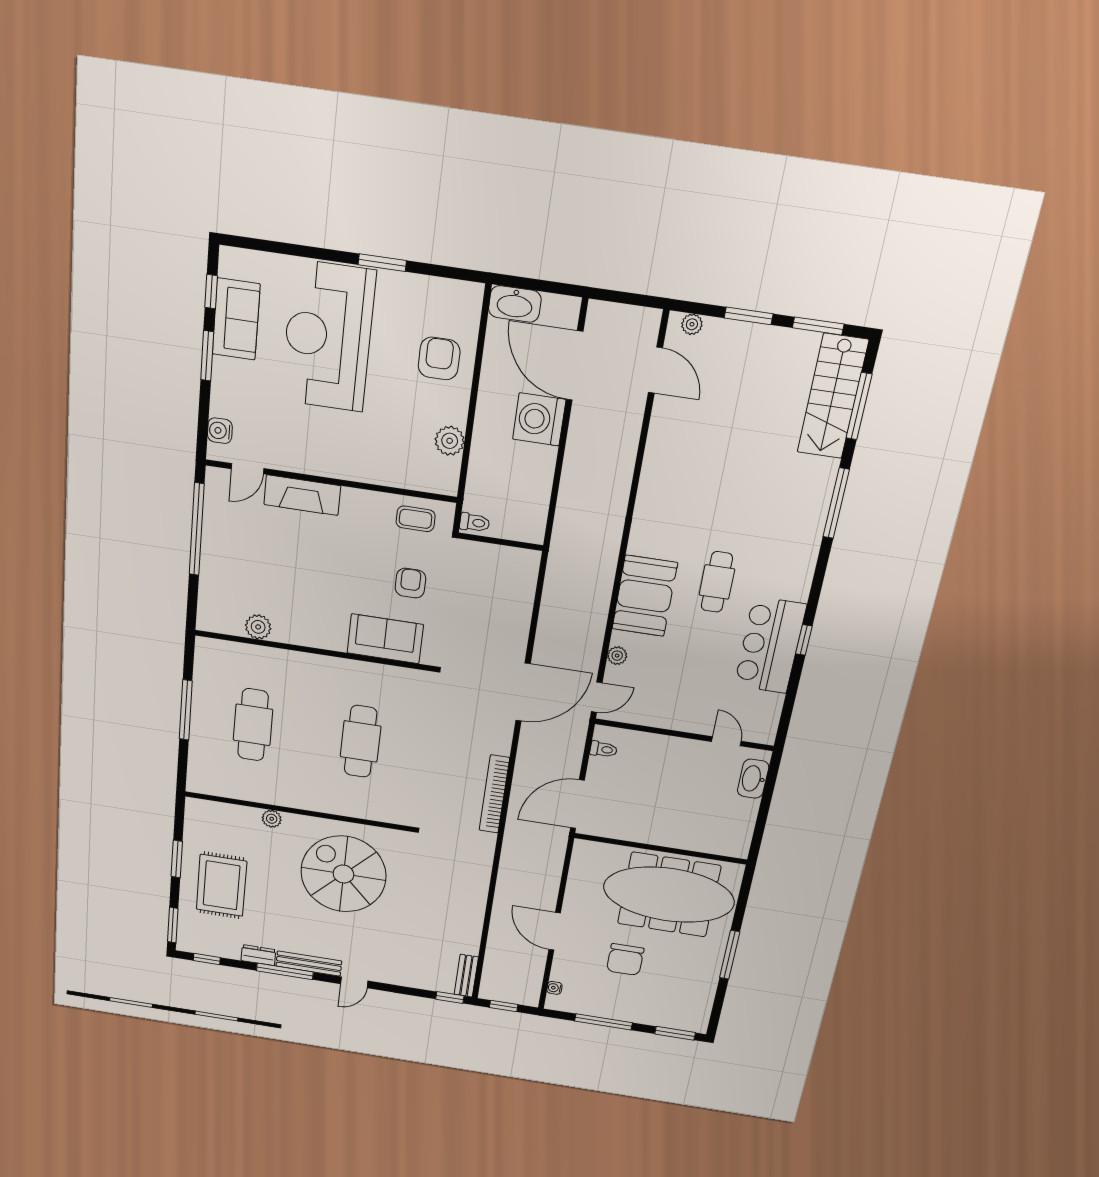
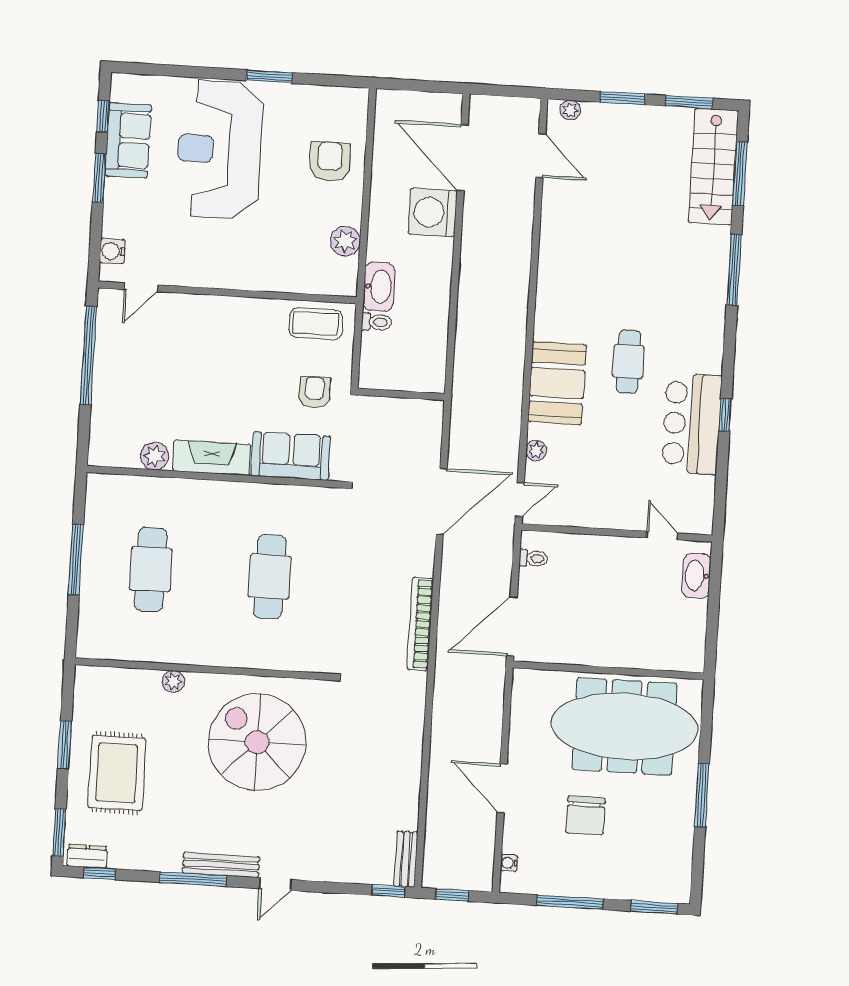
washbasin: (515, 304) -> (379, 287), moved, turned -90
fireplace: (302, 495) -> (212, 458), moved, turned 180
coffee table: (416, 519) -> (316, 324), width x1.36, depth x1.30
wall: (500, 542) -> (401, 394), moved
dresser: (258, 955) -> (87, 856), moved

